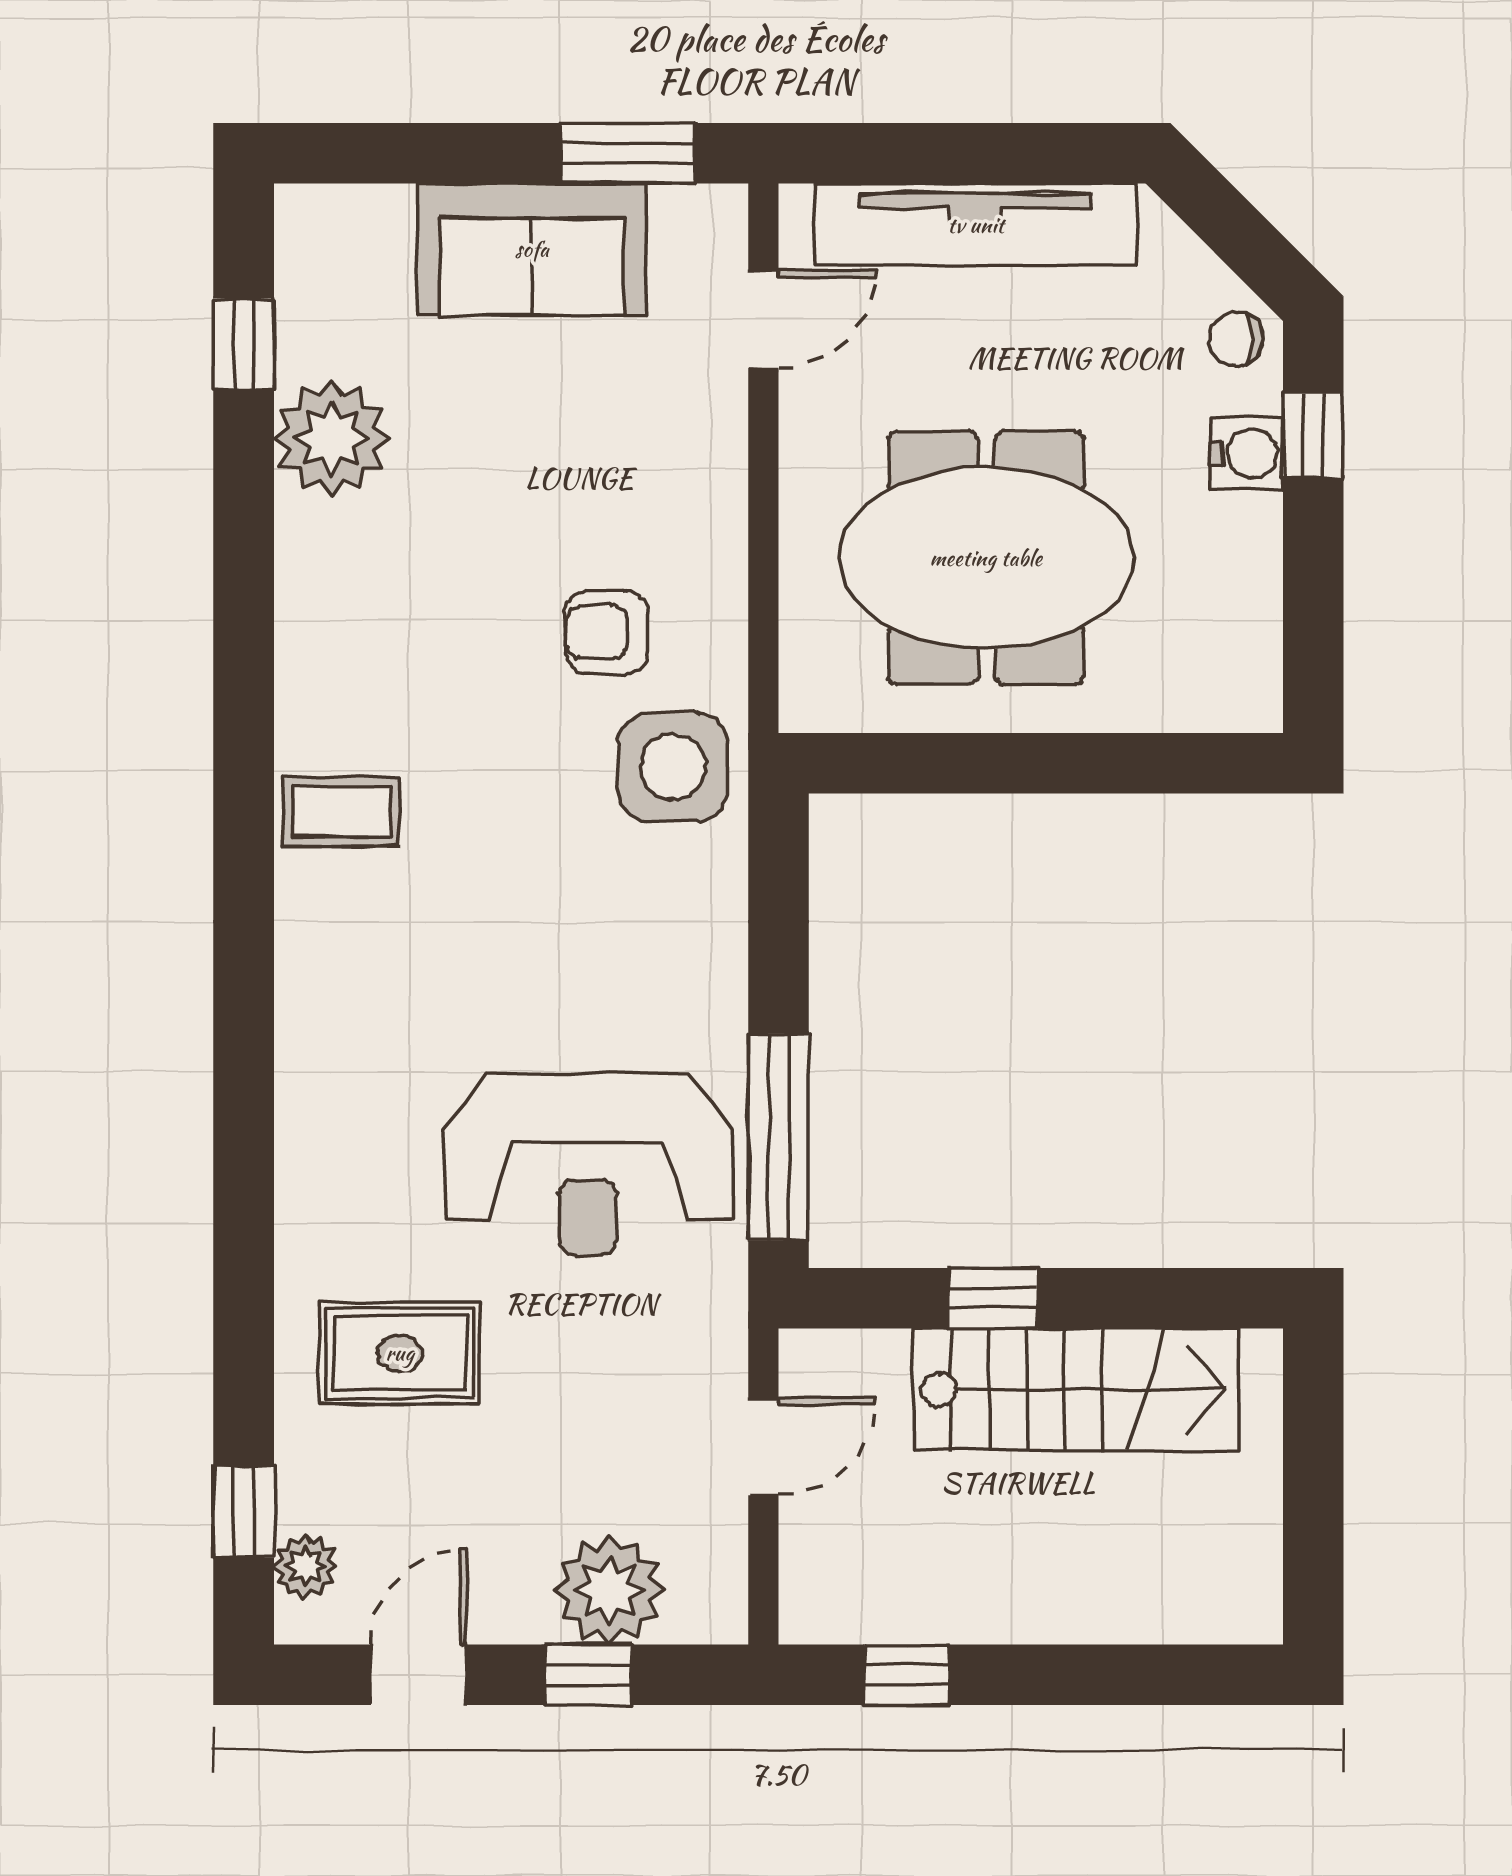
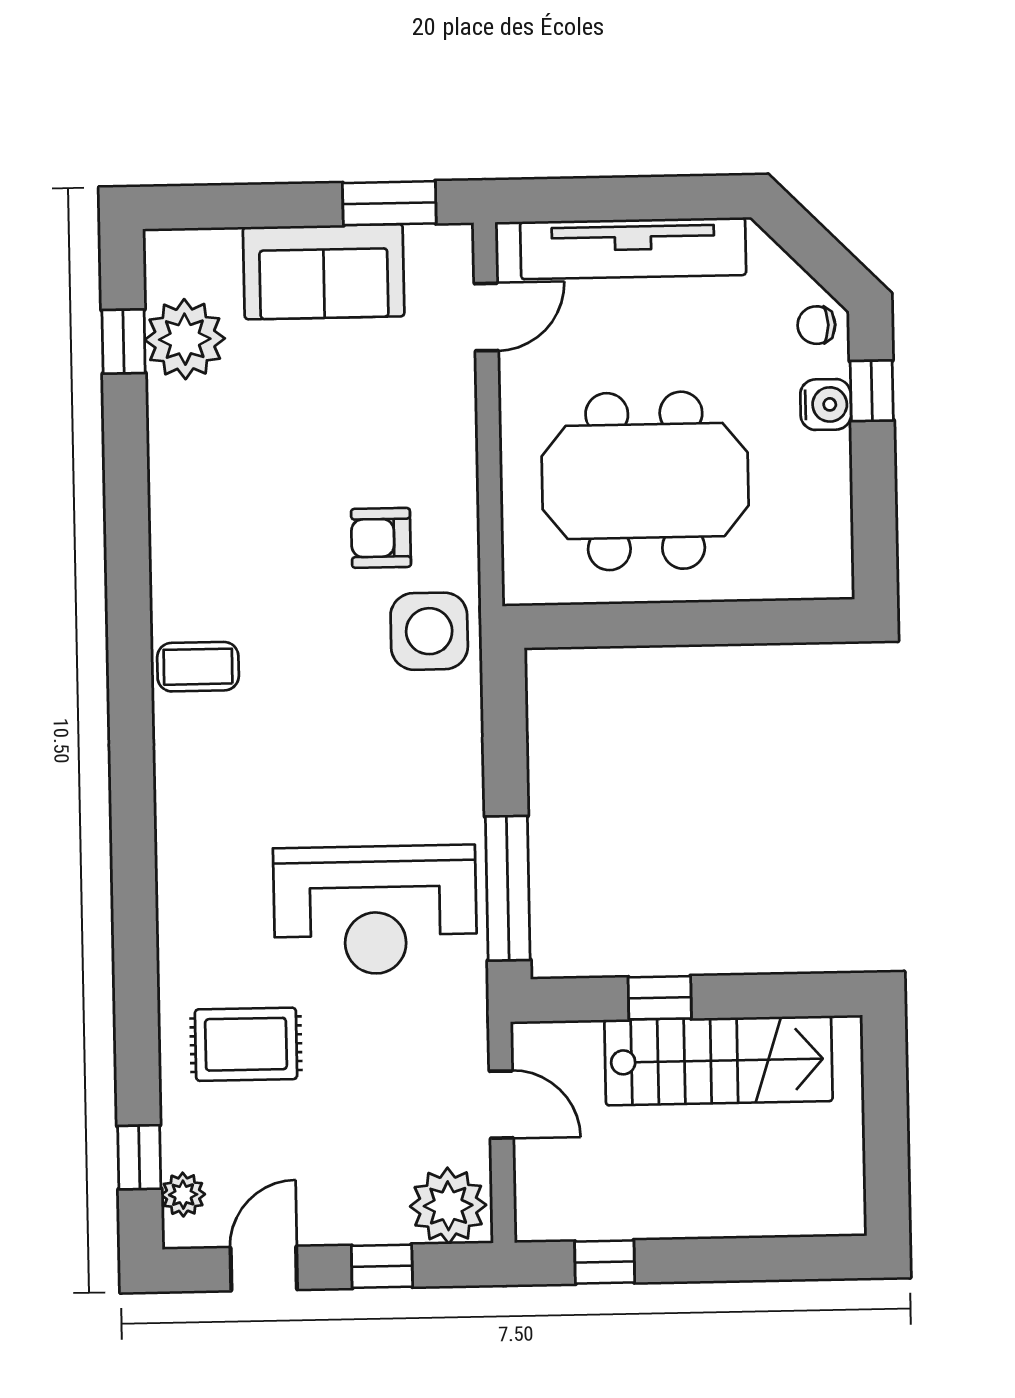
plant: (331, 438) -> (185, 339), moved
door: (763, 1447) -> (501, 1105), hinge flipped
plant: (609, 1590) -> (448, 1206), moved

